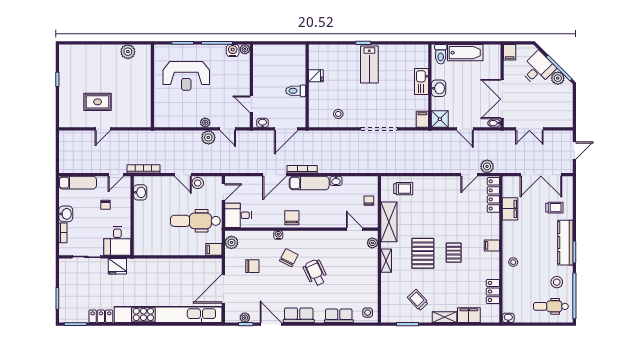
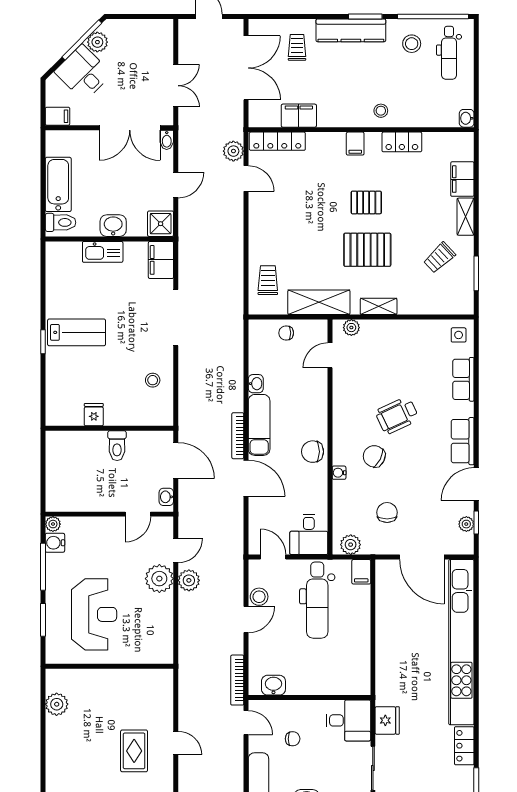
filing cabinet: (422, 119) -> (161, 260), width x2.00
plant: (205, 123) -> (159, 579), width x1.87, depth x1.87
locker: (493, 292) -> (402, 142), moved

